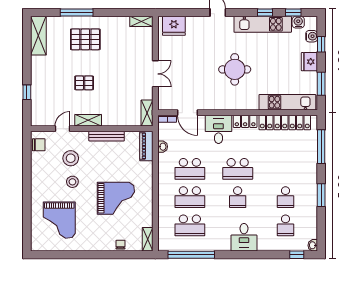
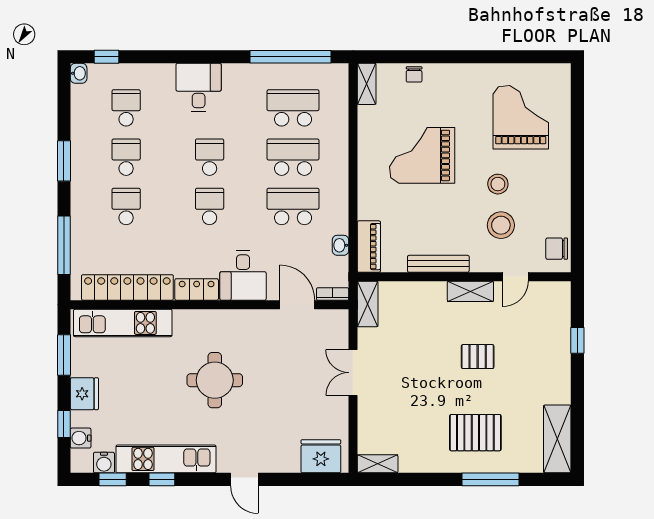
school desk: (238, 169) -> (210, 206), width x0.54
school desk: (286, 169) -> (126, 206), added

